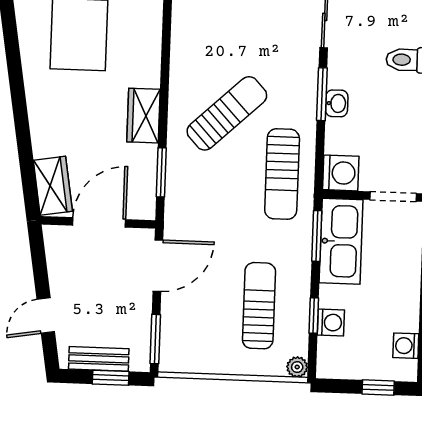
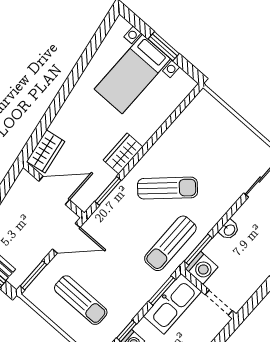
window: (322, 94) -> (198, 250), moved
sun lounger: (259, 306) -> (81, 300), moved, turned 90

